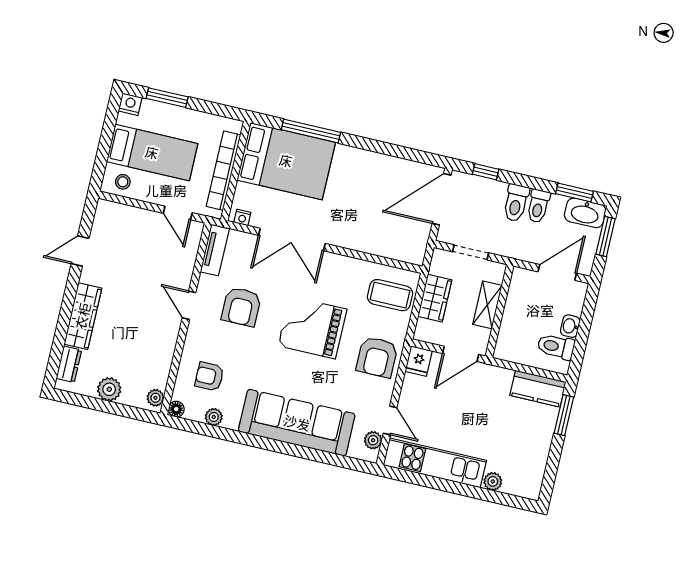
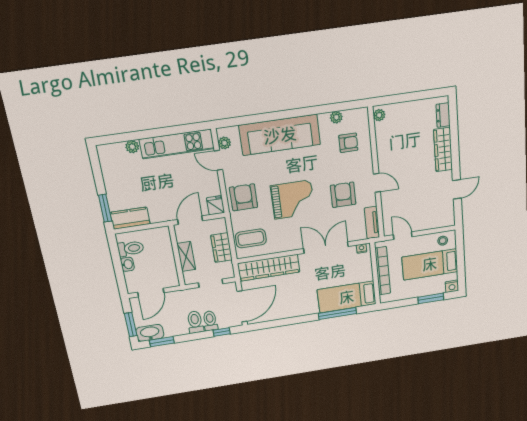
bed: (286, 161) -> (347, 297), width x0.67
toilet: (538, 206) -> (210, 321), moved
wardrobe: (382, 242) -> (269, 268), added
plant: (109, 389) -> (412, 109), removed
floor lamp: (176, 409) -> (363, 113), removed

